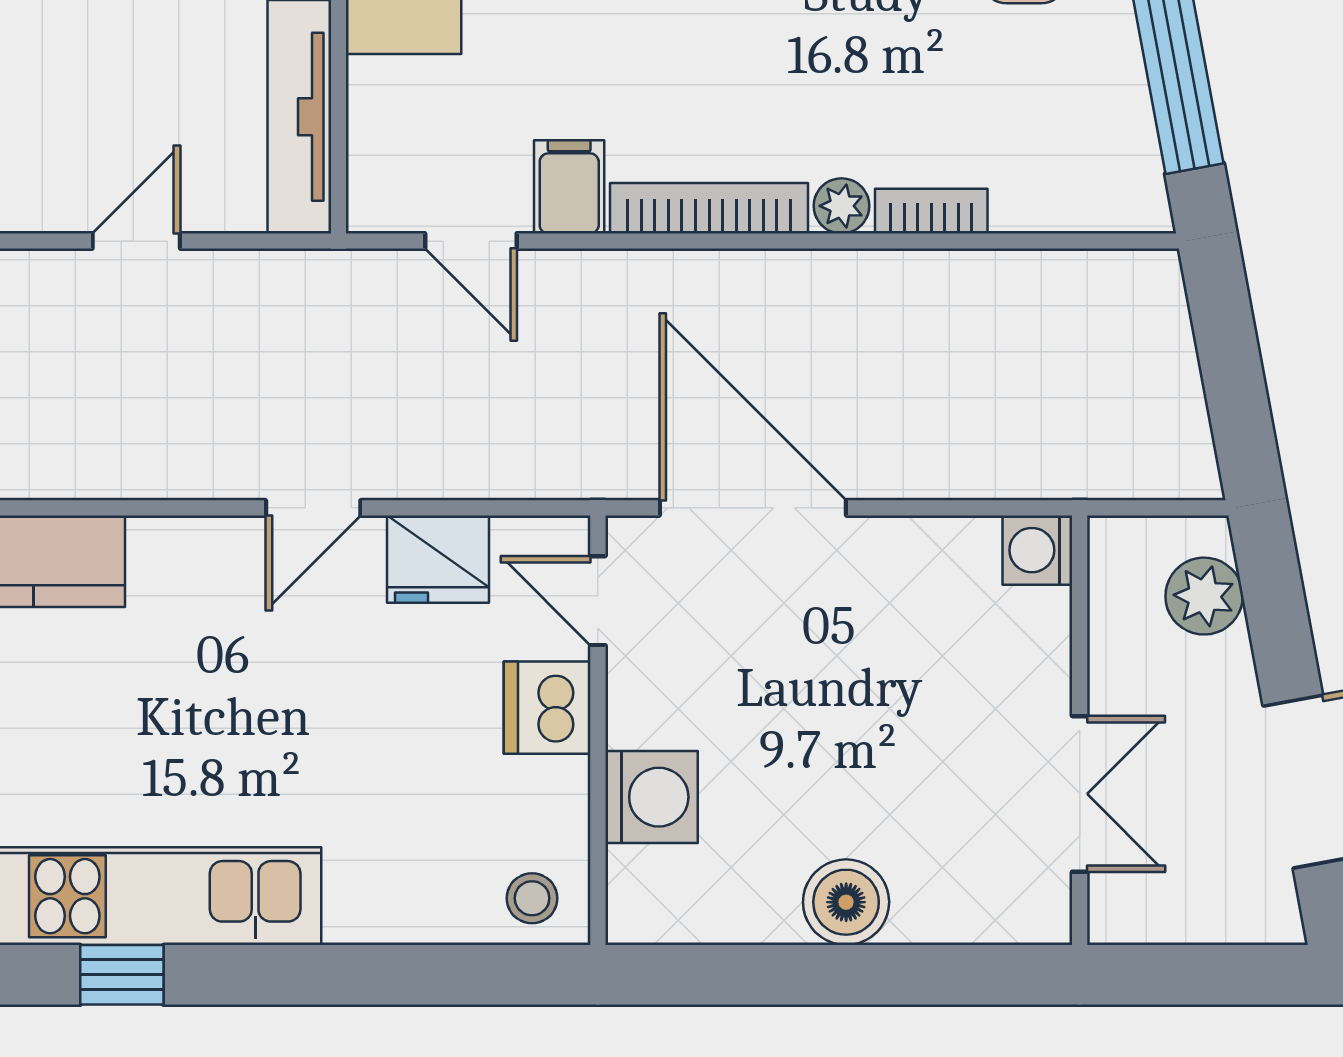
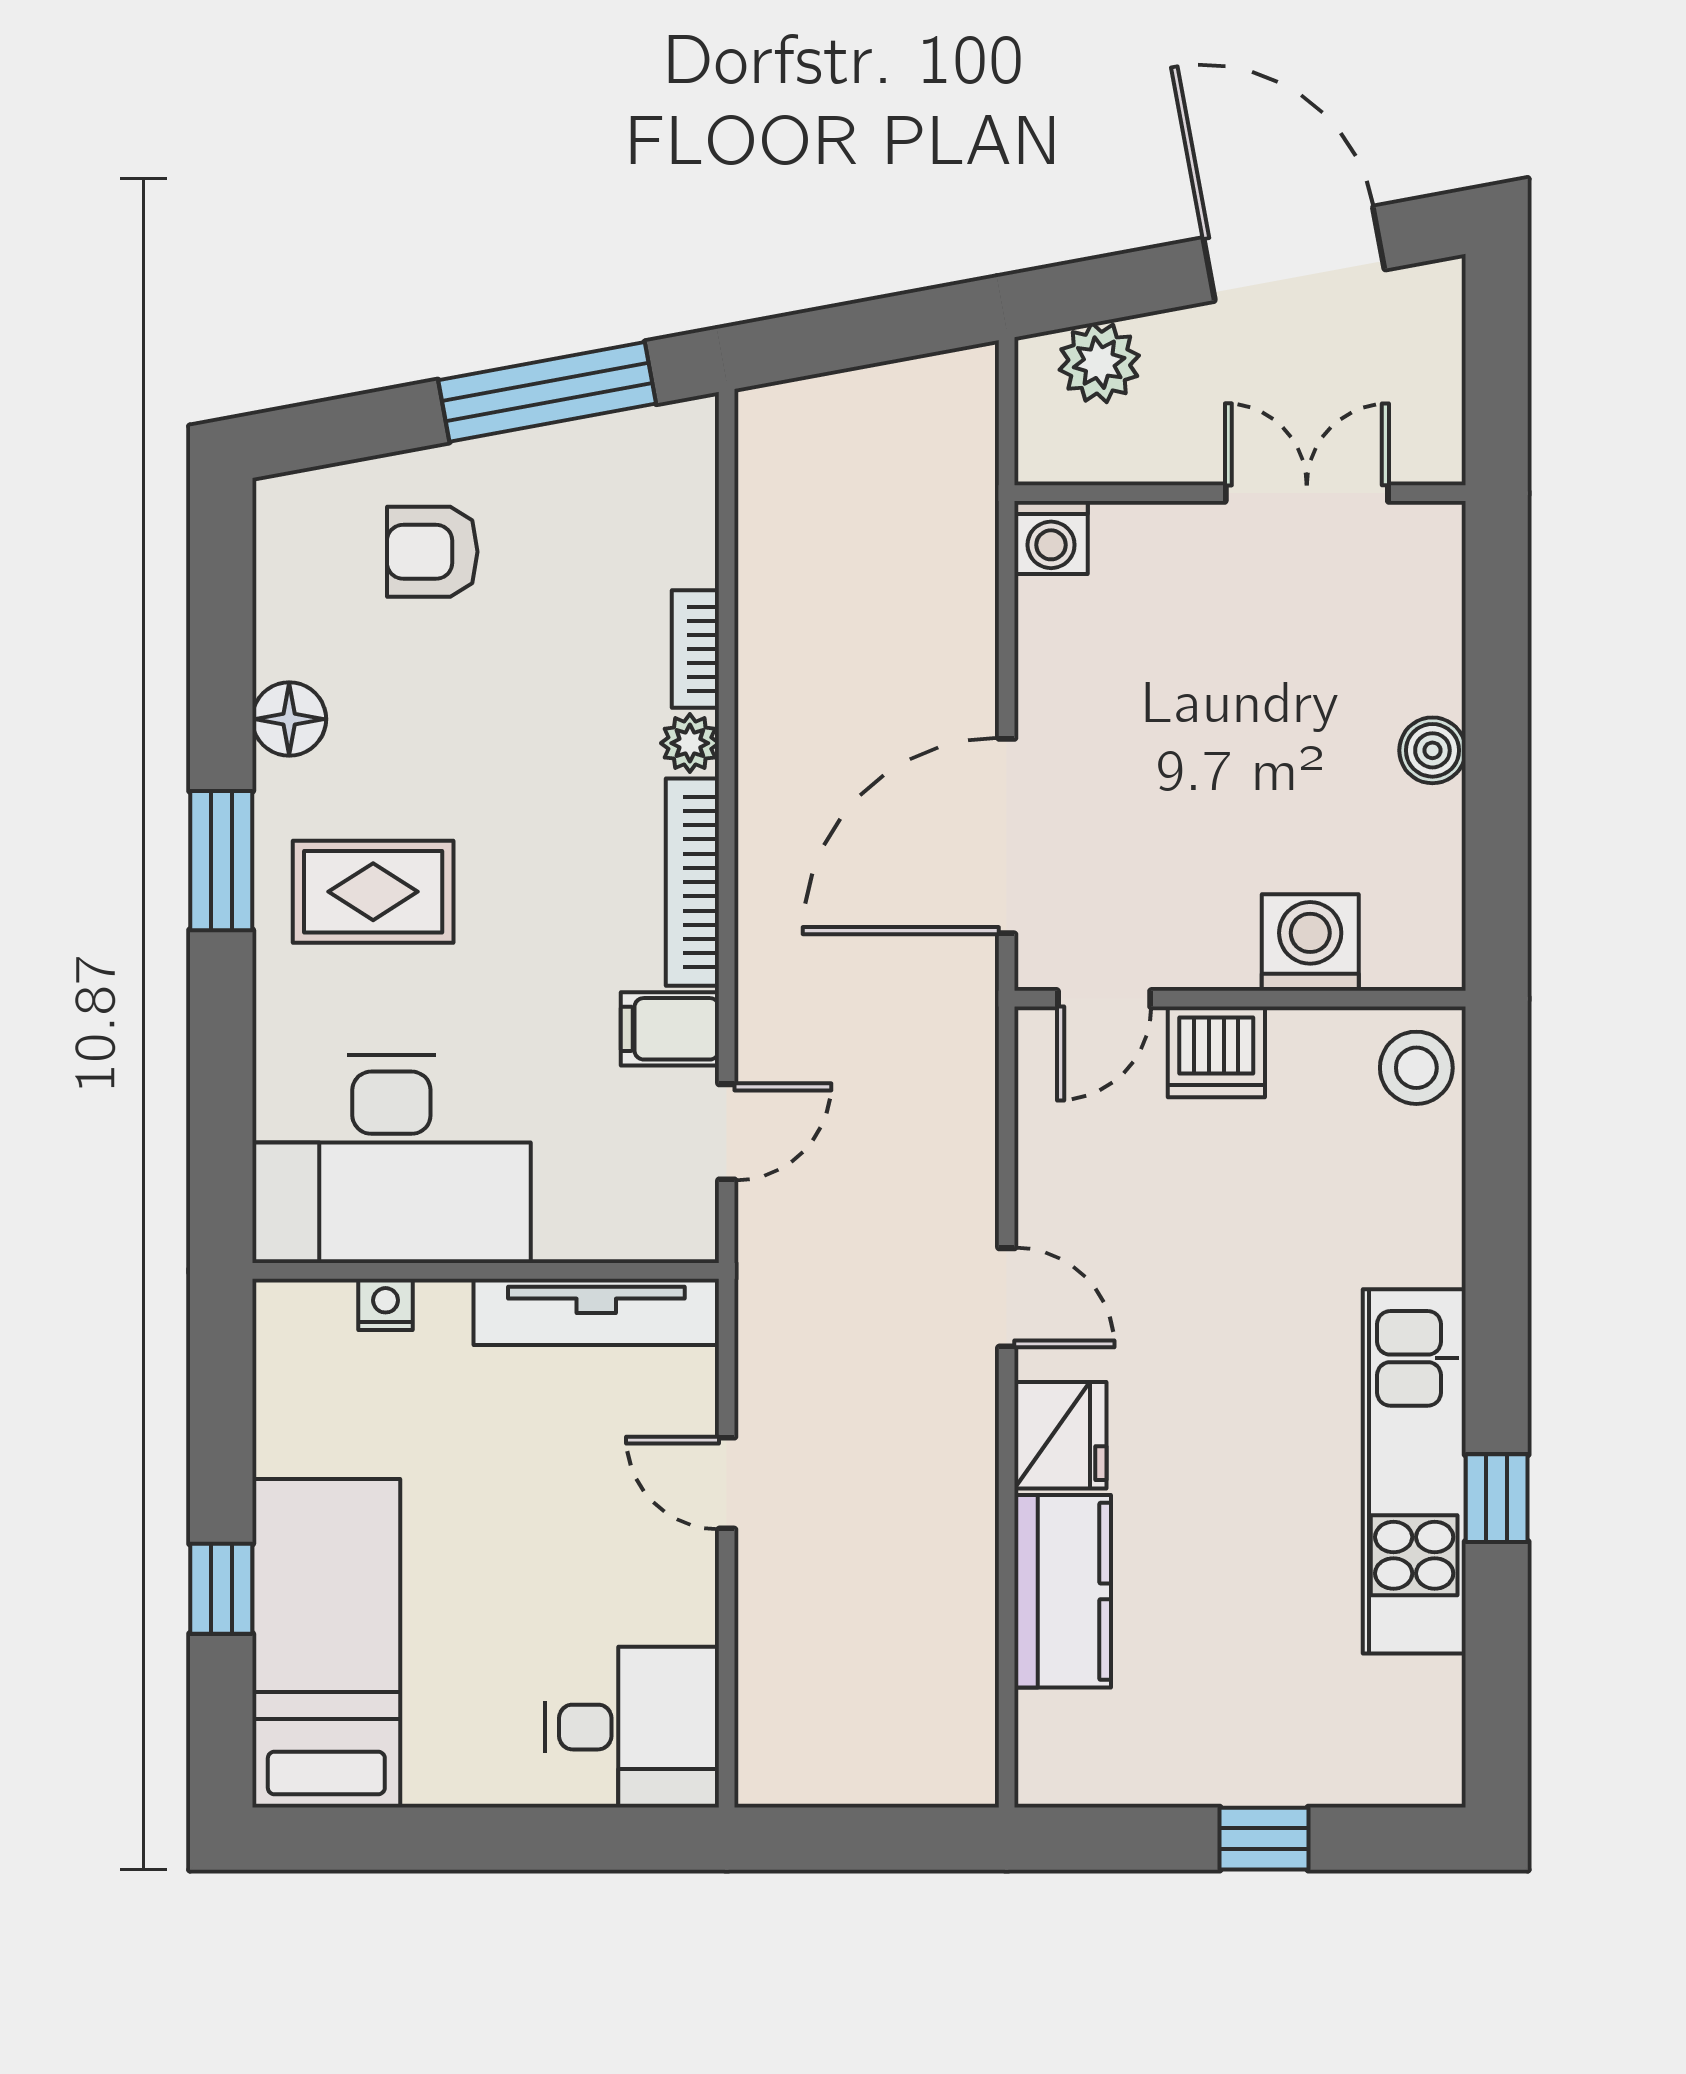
fridge: (438, 559) -> (1060, 1435), moved
stool: (532, 898) -> (1416, 1068), width x1.37, depth x1.37
boiler: (846, 902) -> (1432, 750), width x0.73, depth x0.73

